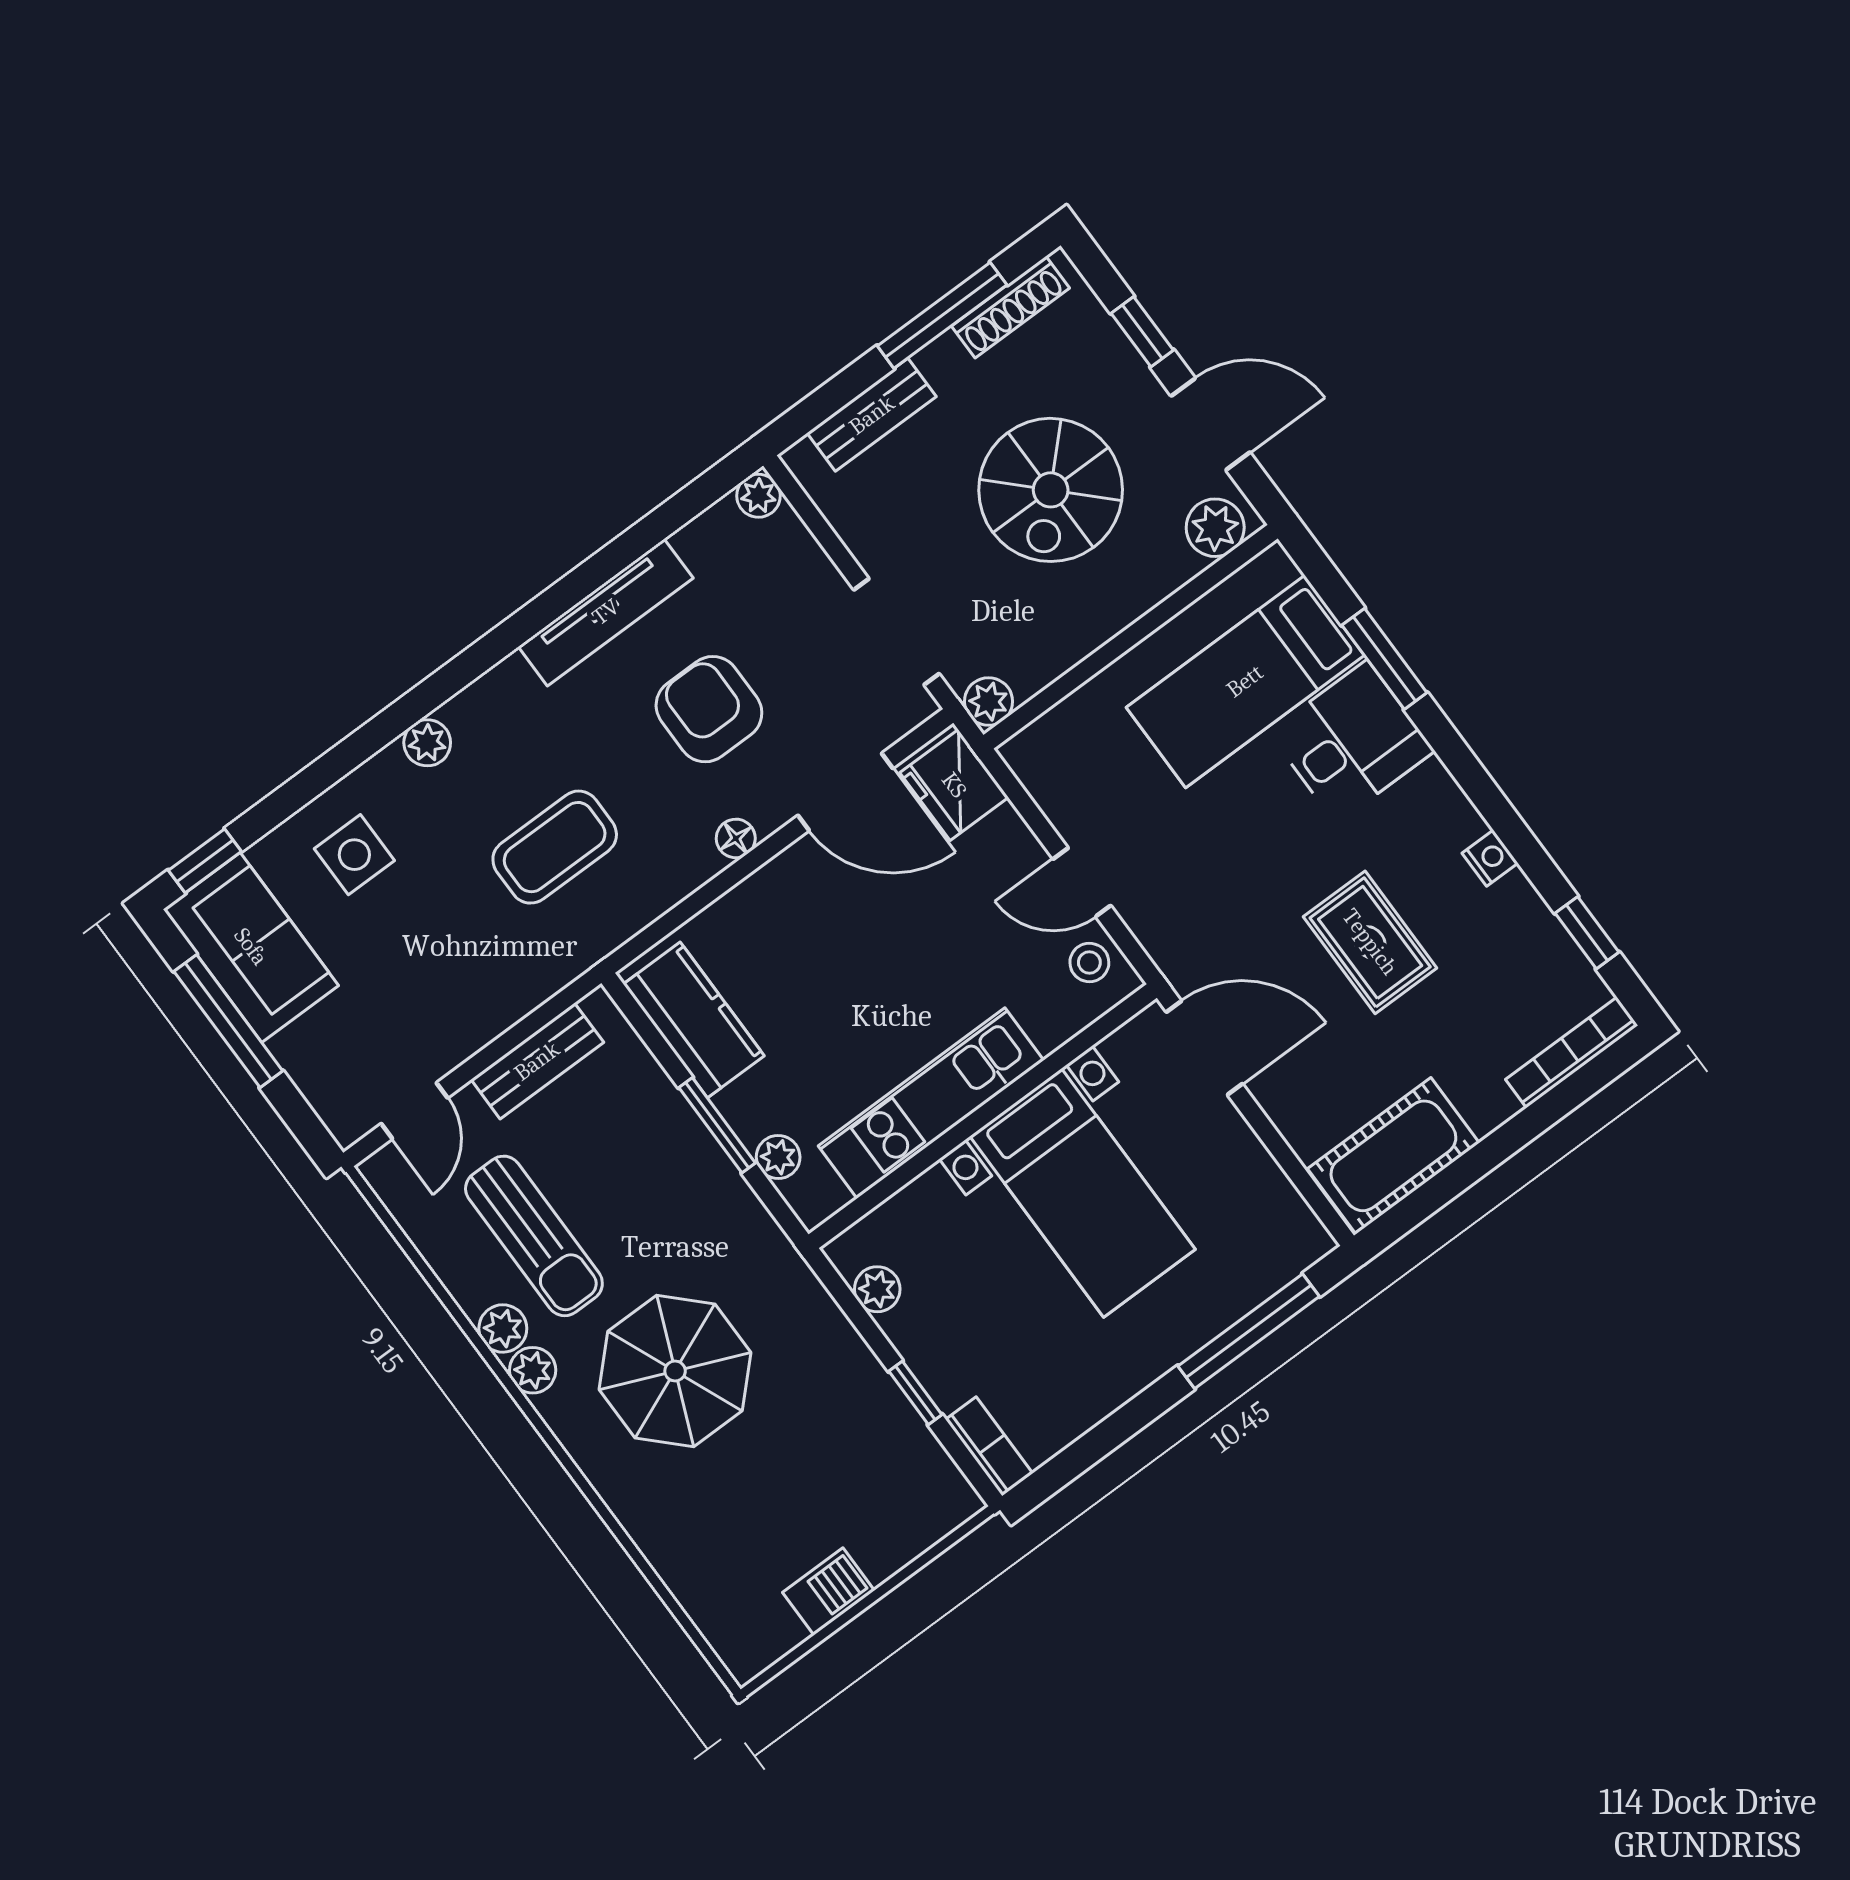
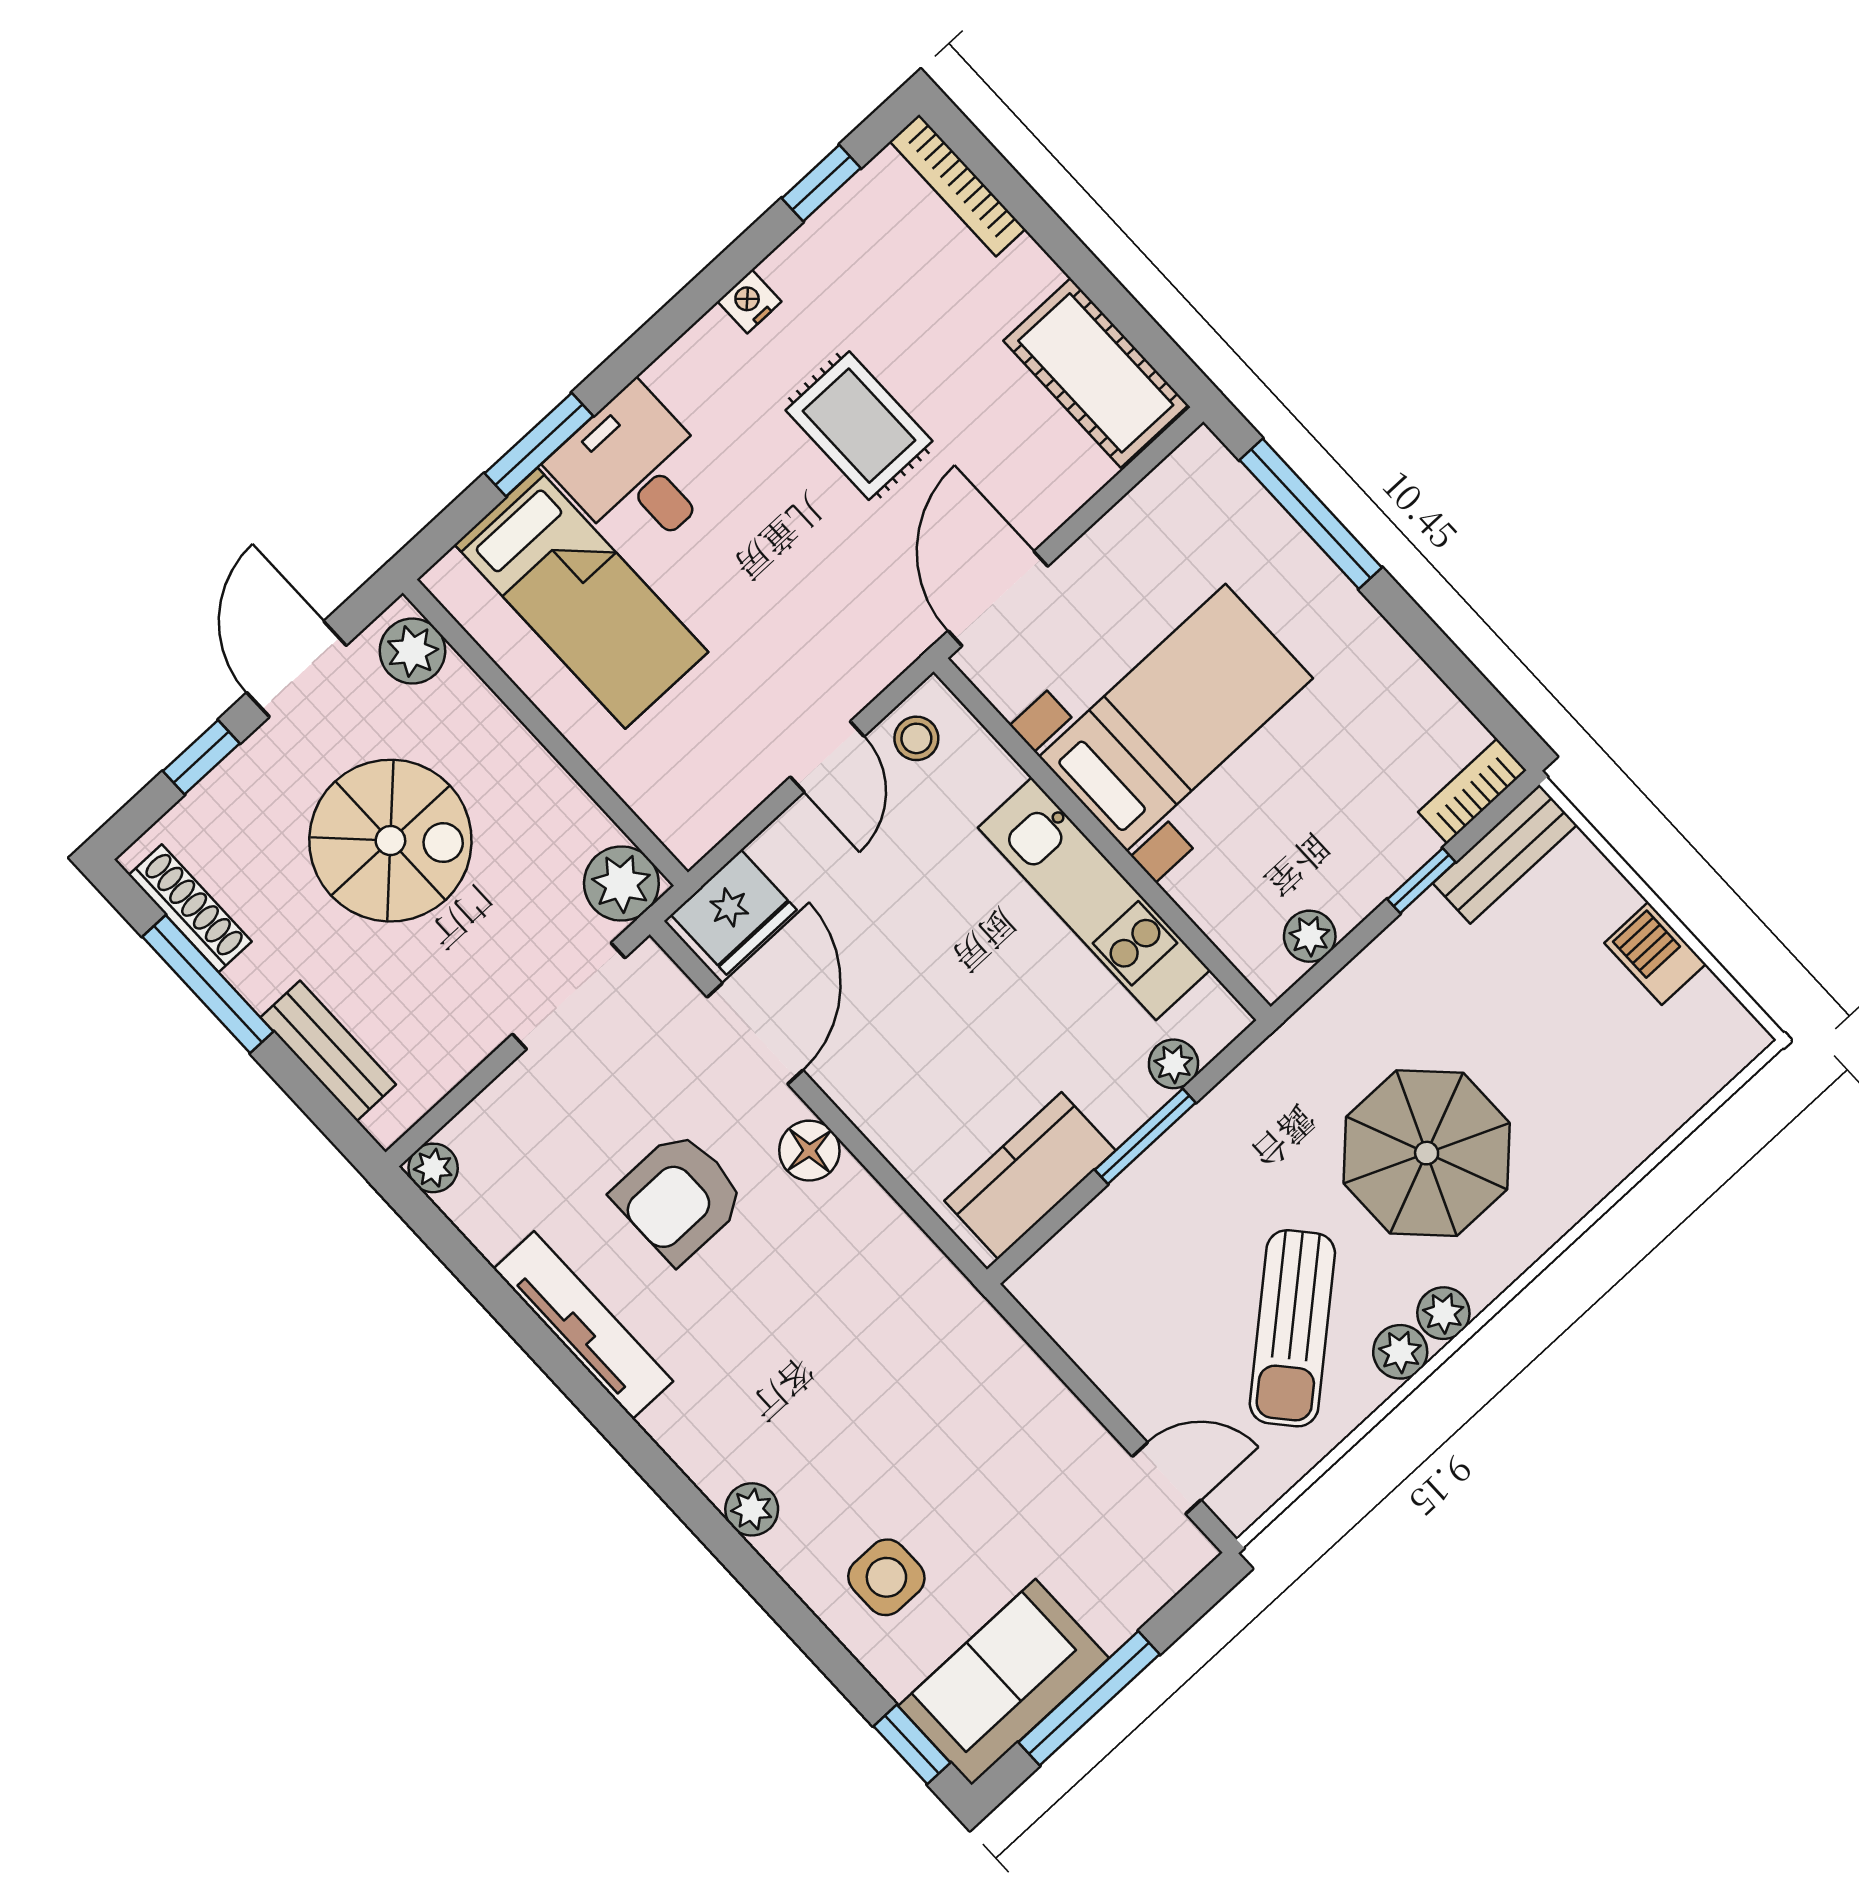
plant: (988, 702) -> (621, 884), width x1.38, depth x1.38
floor lamp: (736, 838) -> (809, 1151), width x1.37, depth x1.37
coffee table: (555, 847) -> (853, 1353), removed
rug: (1370, 942) -> (859, 426), turned 90
bench: (537, 1061) -> (1505, 854), moved, turned 90
sun lounger: (534, 1236) -> (1292, 1328), turned 139

